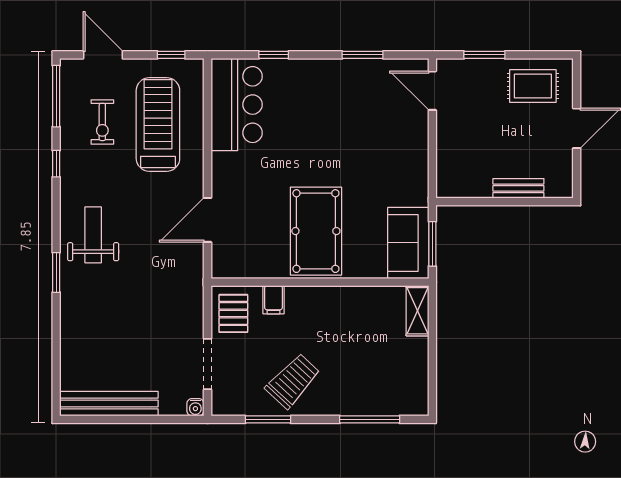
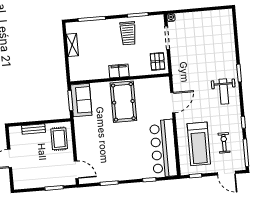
rug: (533, 86) -> (59, 139), moved, turned 90
bar counter: (237, 105) -> (163, 148), width x1.36
filing cabinet: (274, 300) -> (119, 71), moved, width x2.00
shelving: (417, 311) -> (72, 45), moved
trolley: (293, 381) -> (128, 33), turned -43
bench: (109, 404) -> (210, 16), removed

